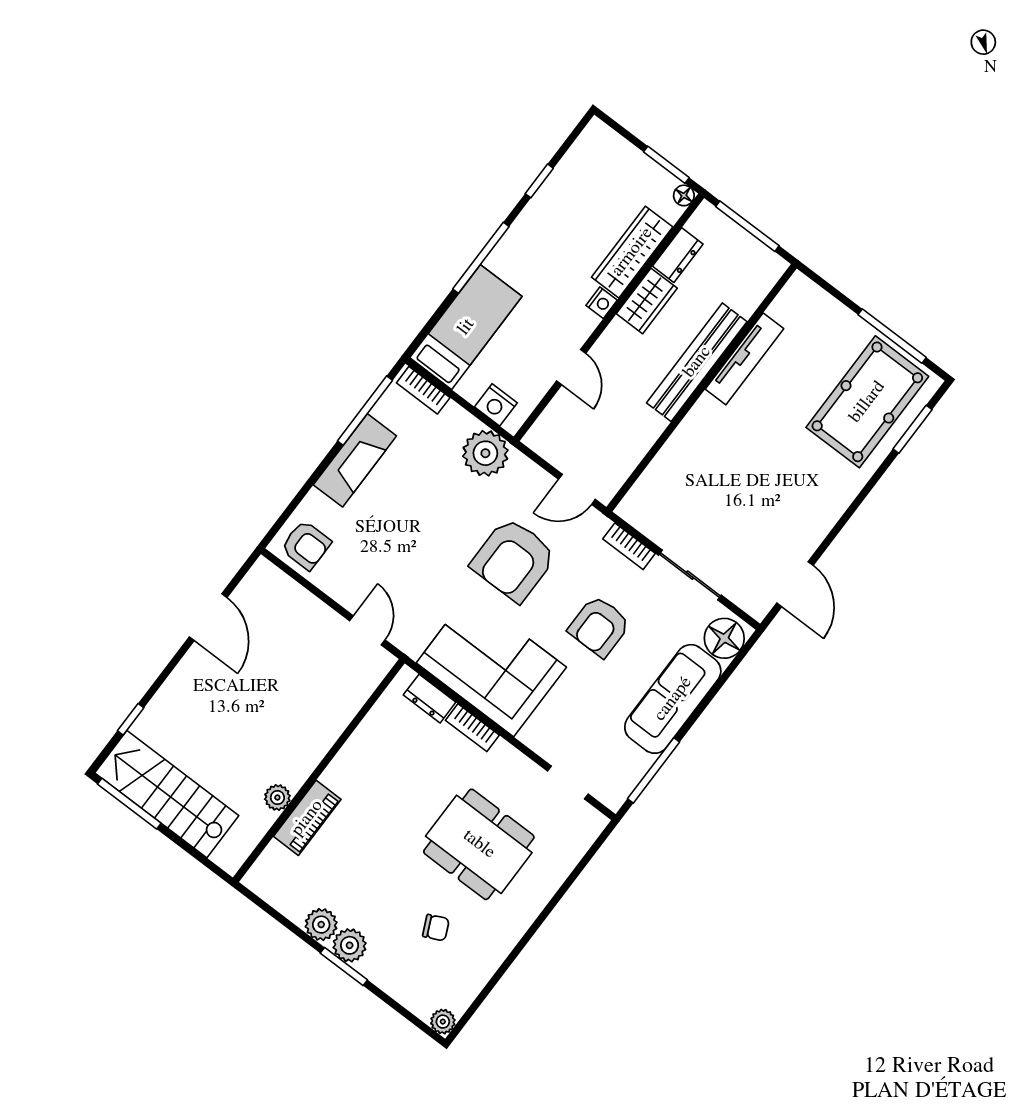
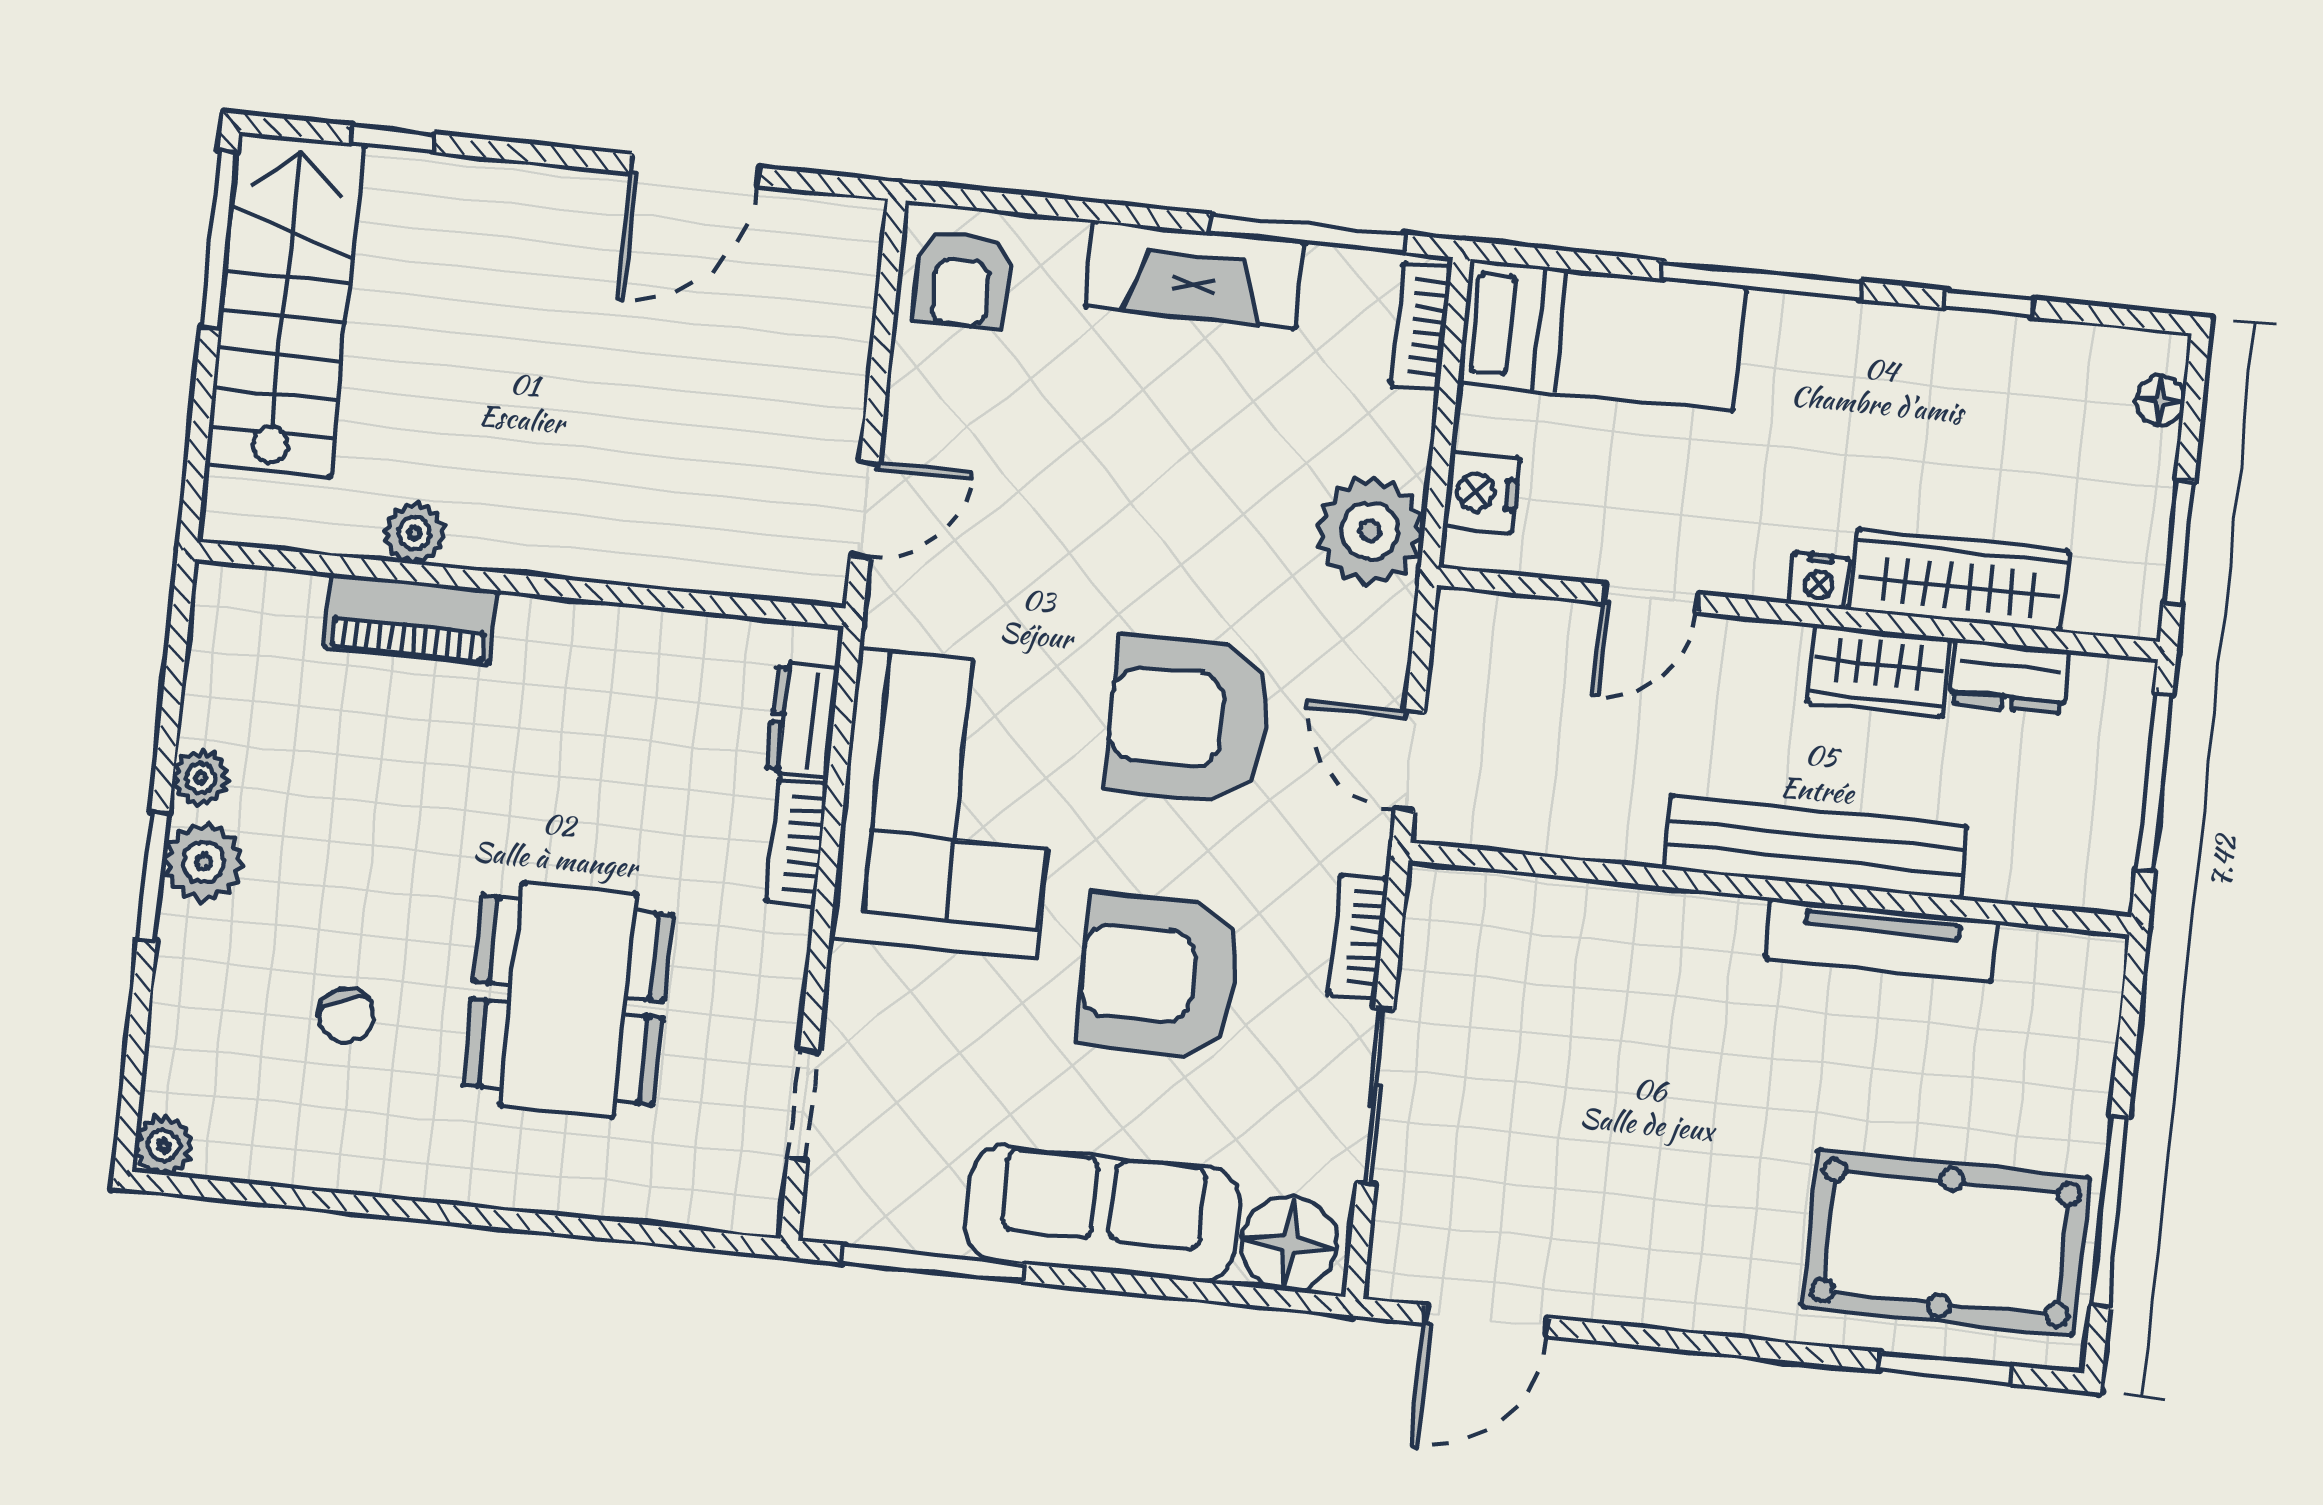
floor lamp: (684, 195) -> (2160, 400), moved
armchair: (599, 626) -> (1159, 975), width x1.36, depth x1.36
plant: (321, 925) -> (200, 778), width x0.73, depth x0.73

